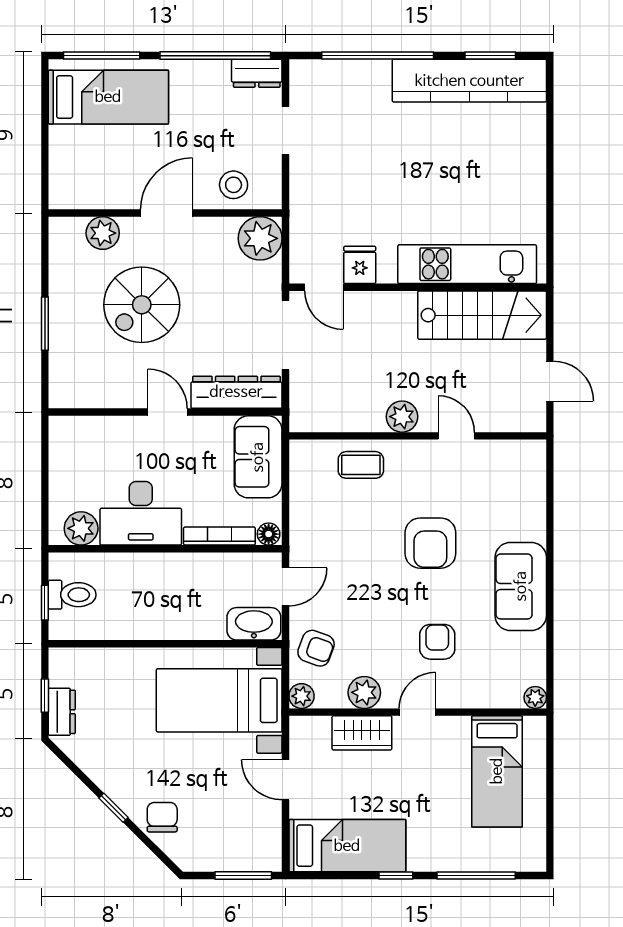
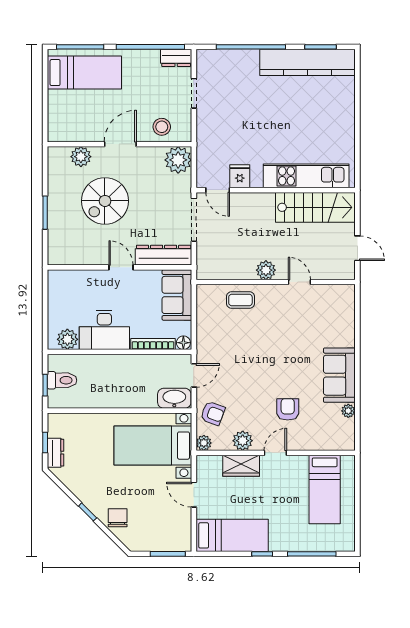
armchair: (430, 543) -> (283, 348), removed
plant: (535, 697) -> (348, 411), moved

